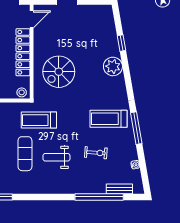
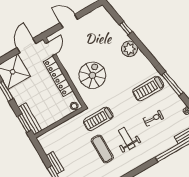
spiral stairs: (59, 72) -> (92, 75), turned 180
weight bench: (56, 157) -> (127, 138), turned 90

